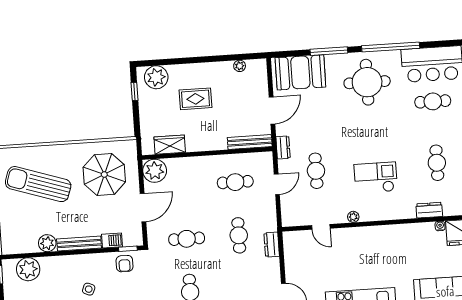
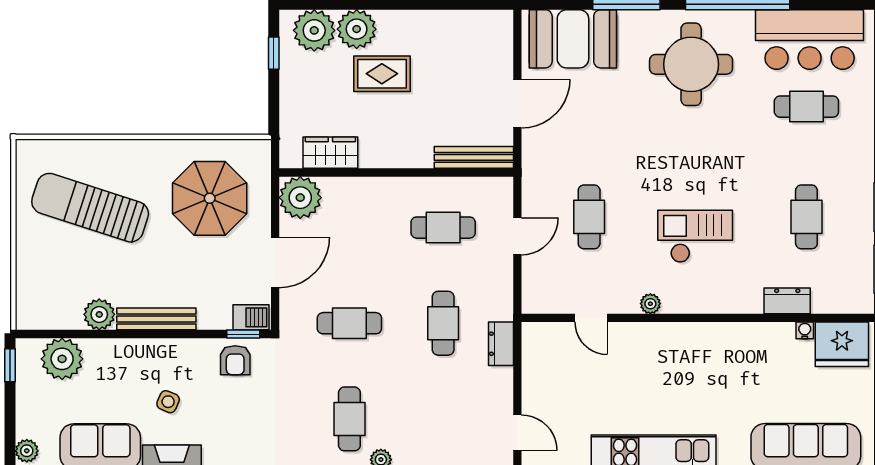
plant: (240, 66) -> (357, 29), moved, width x1.88, depth x1.88
dresser: (283, 147) -> (533, 171), removed
barbecue: (112, 240) -> (251, 317), moved

